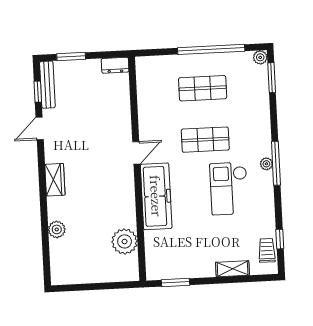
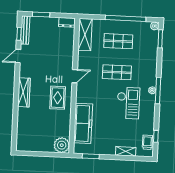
shelving: (147, 83) -> (85, 35), added
wardrobe: (55, 180) -> (24, 92), width x1.50
checkout: (229, 189) -> (128, 103), turned 180
rug: (112, 191) -> (58, 98), added
freezer: (156, 196) -> (83, 123), moved
plant: (57, 229) -> (22, 118), removed
plant: (125, 241) -> (62, 145), moved

